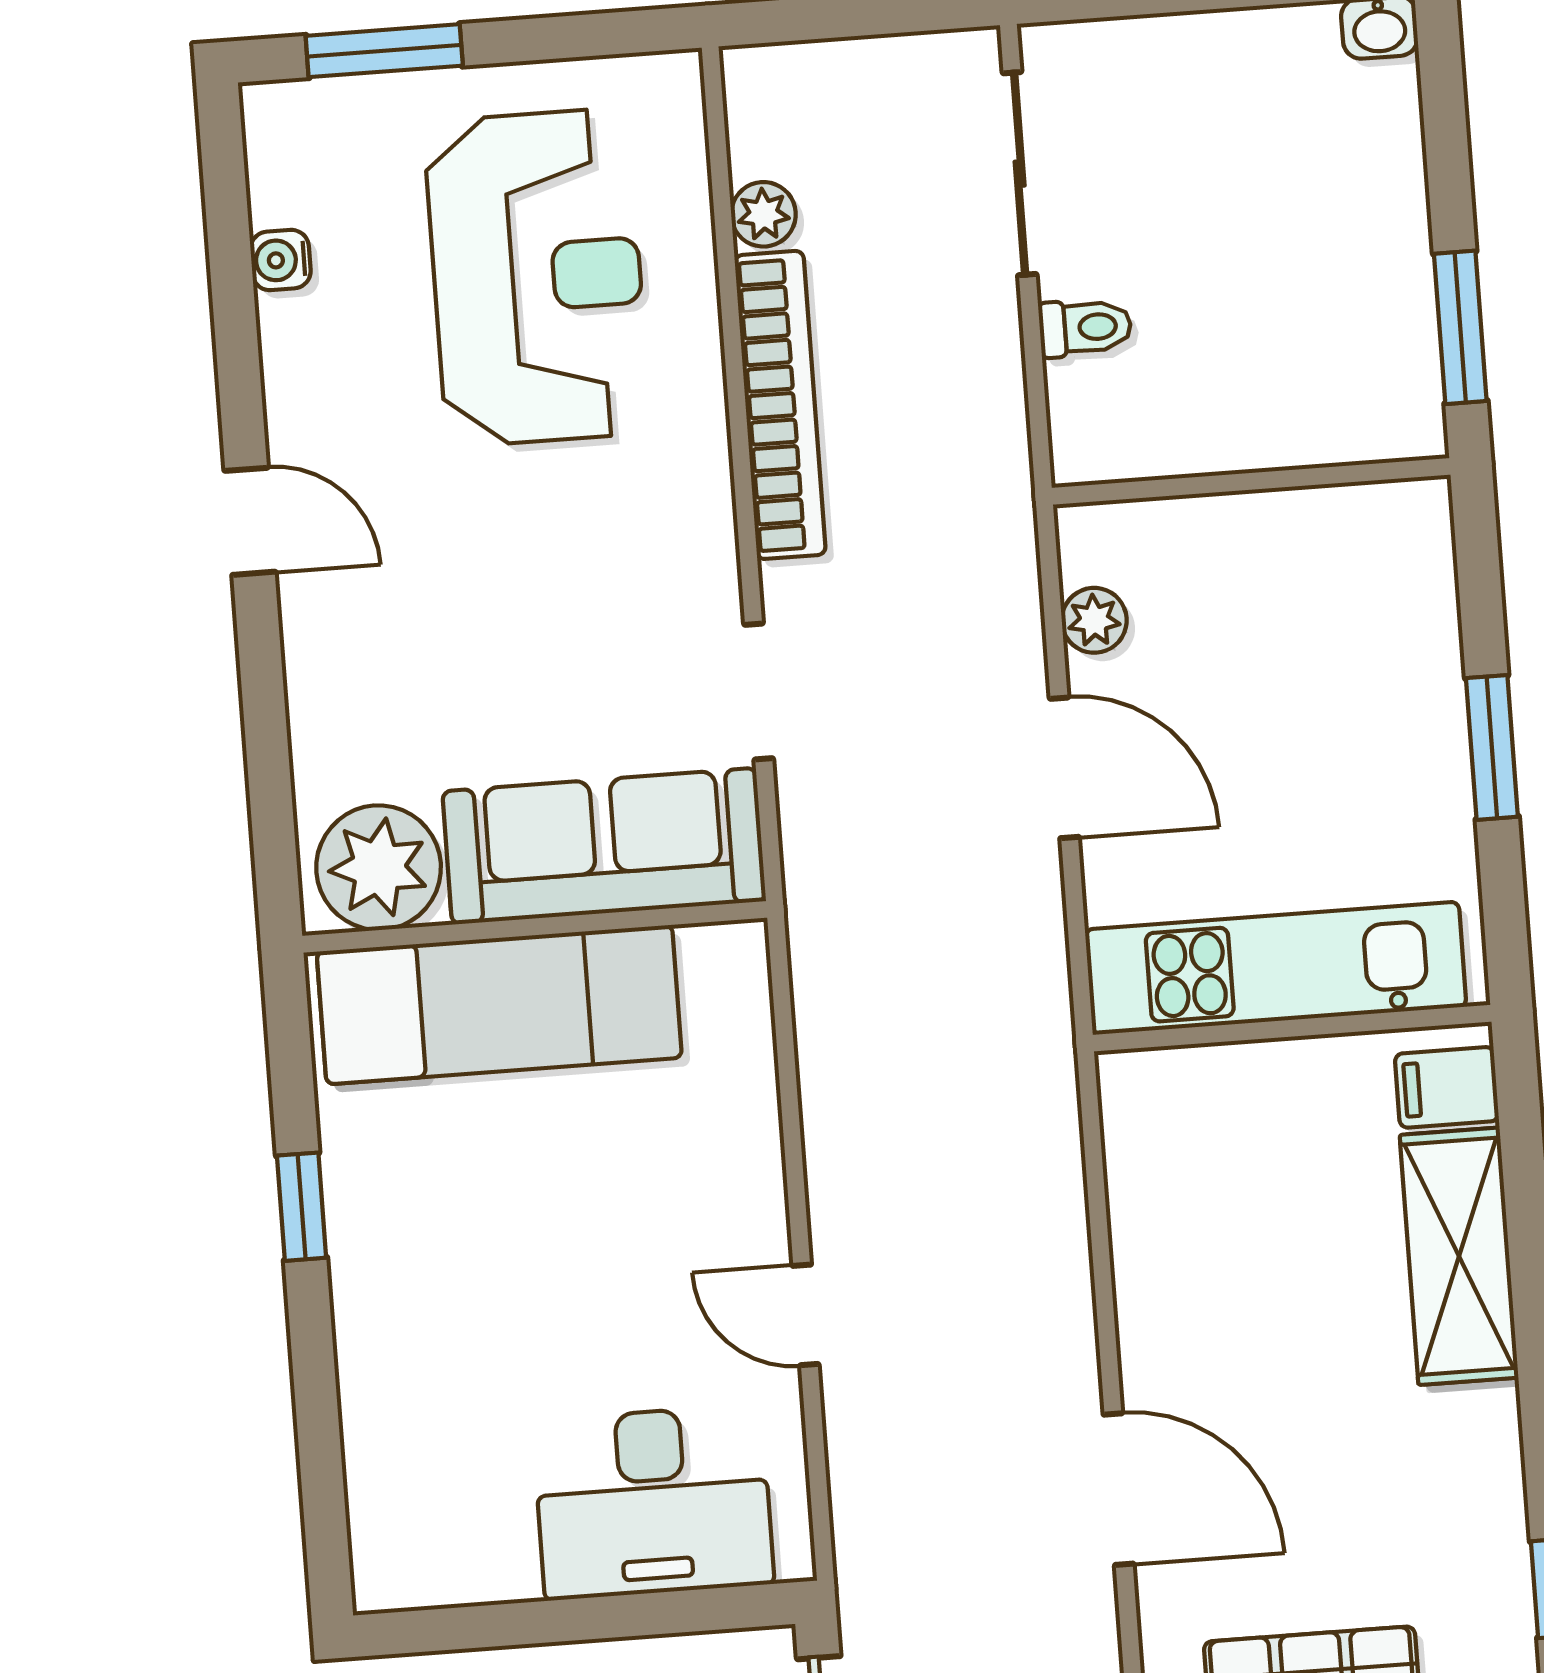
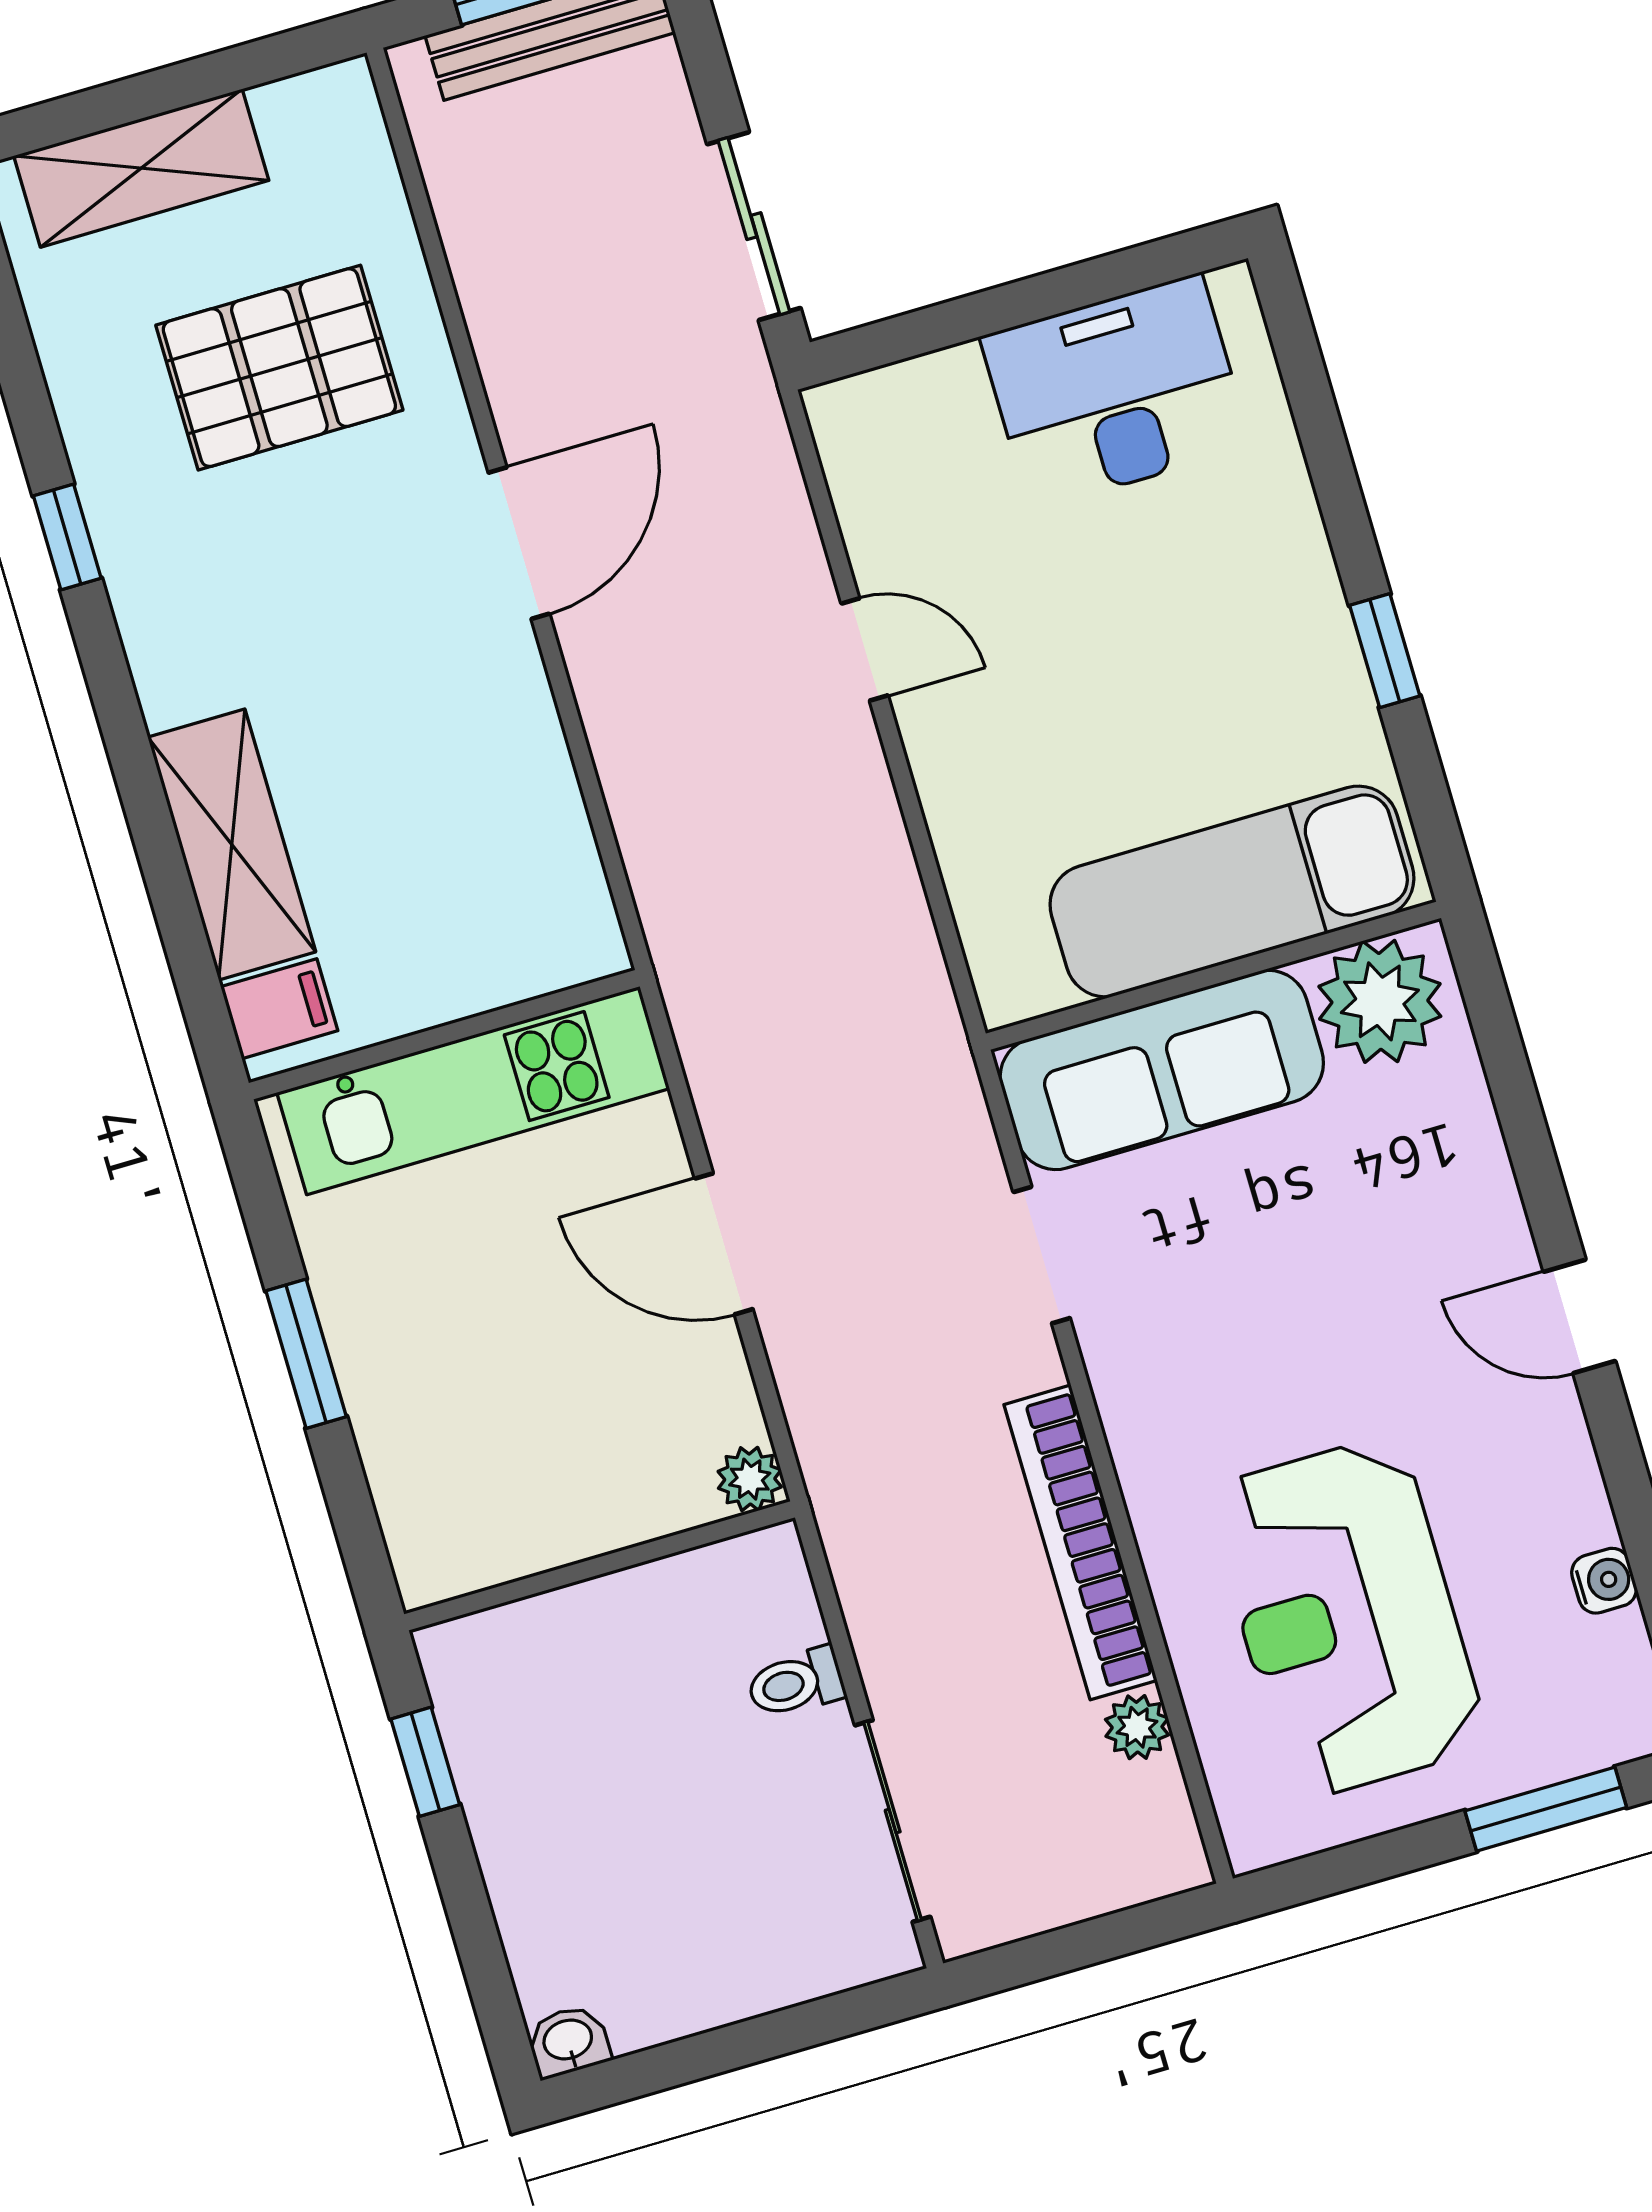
window: (1460, 327) -> (425, 1762), width x0.67
plant: (1094, 620) -> (750, 1479), moved
door: (1119, 1489) -> (519, 543), swing flipped
desk: (653, 1502) -> (1116, 392), moved

